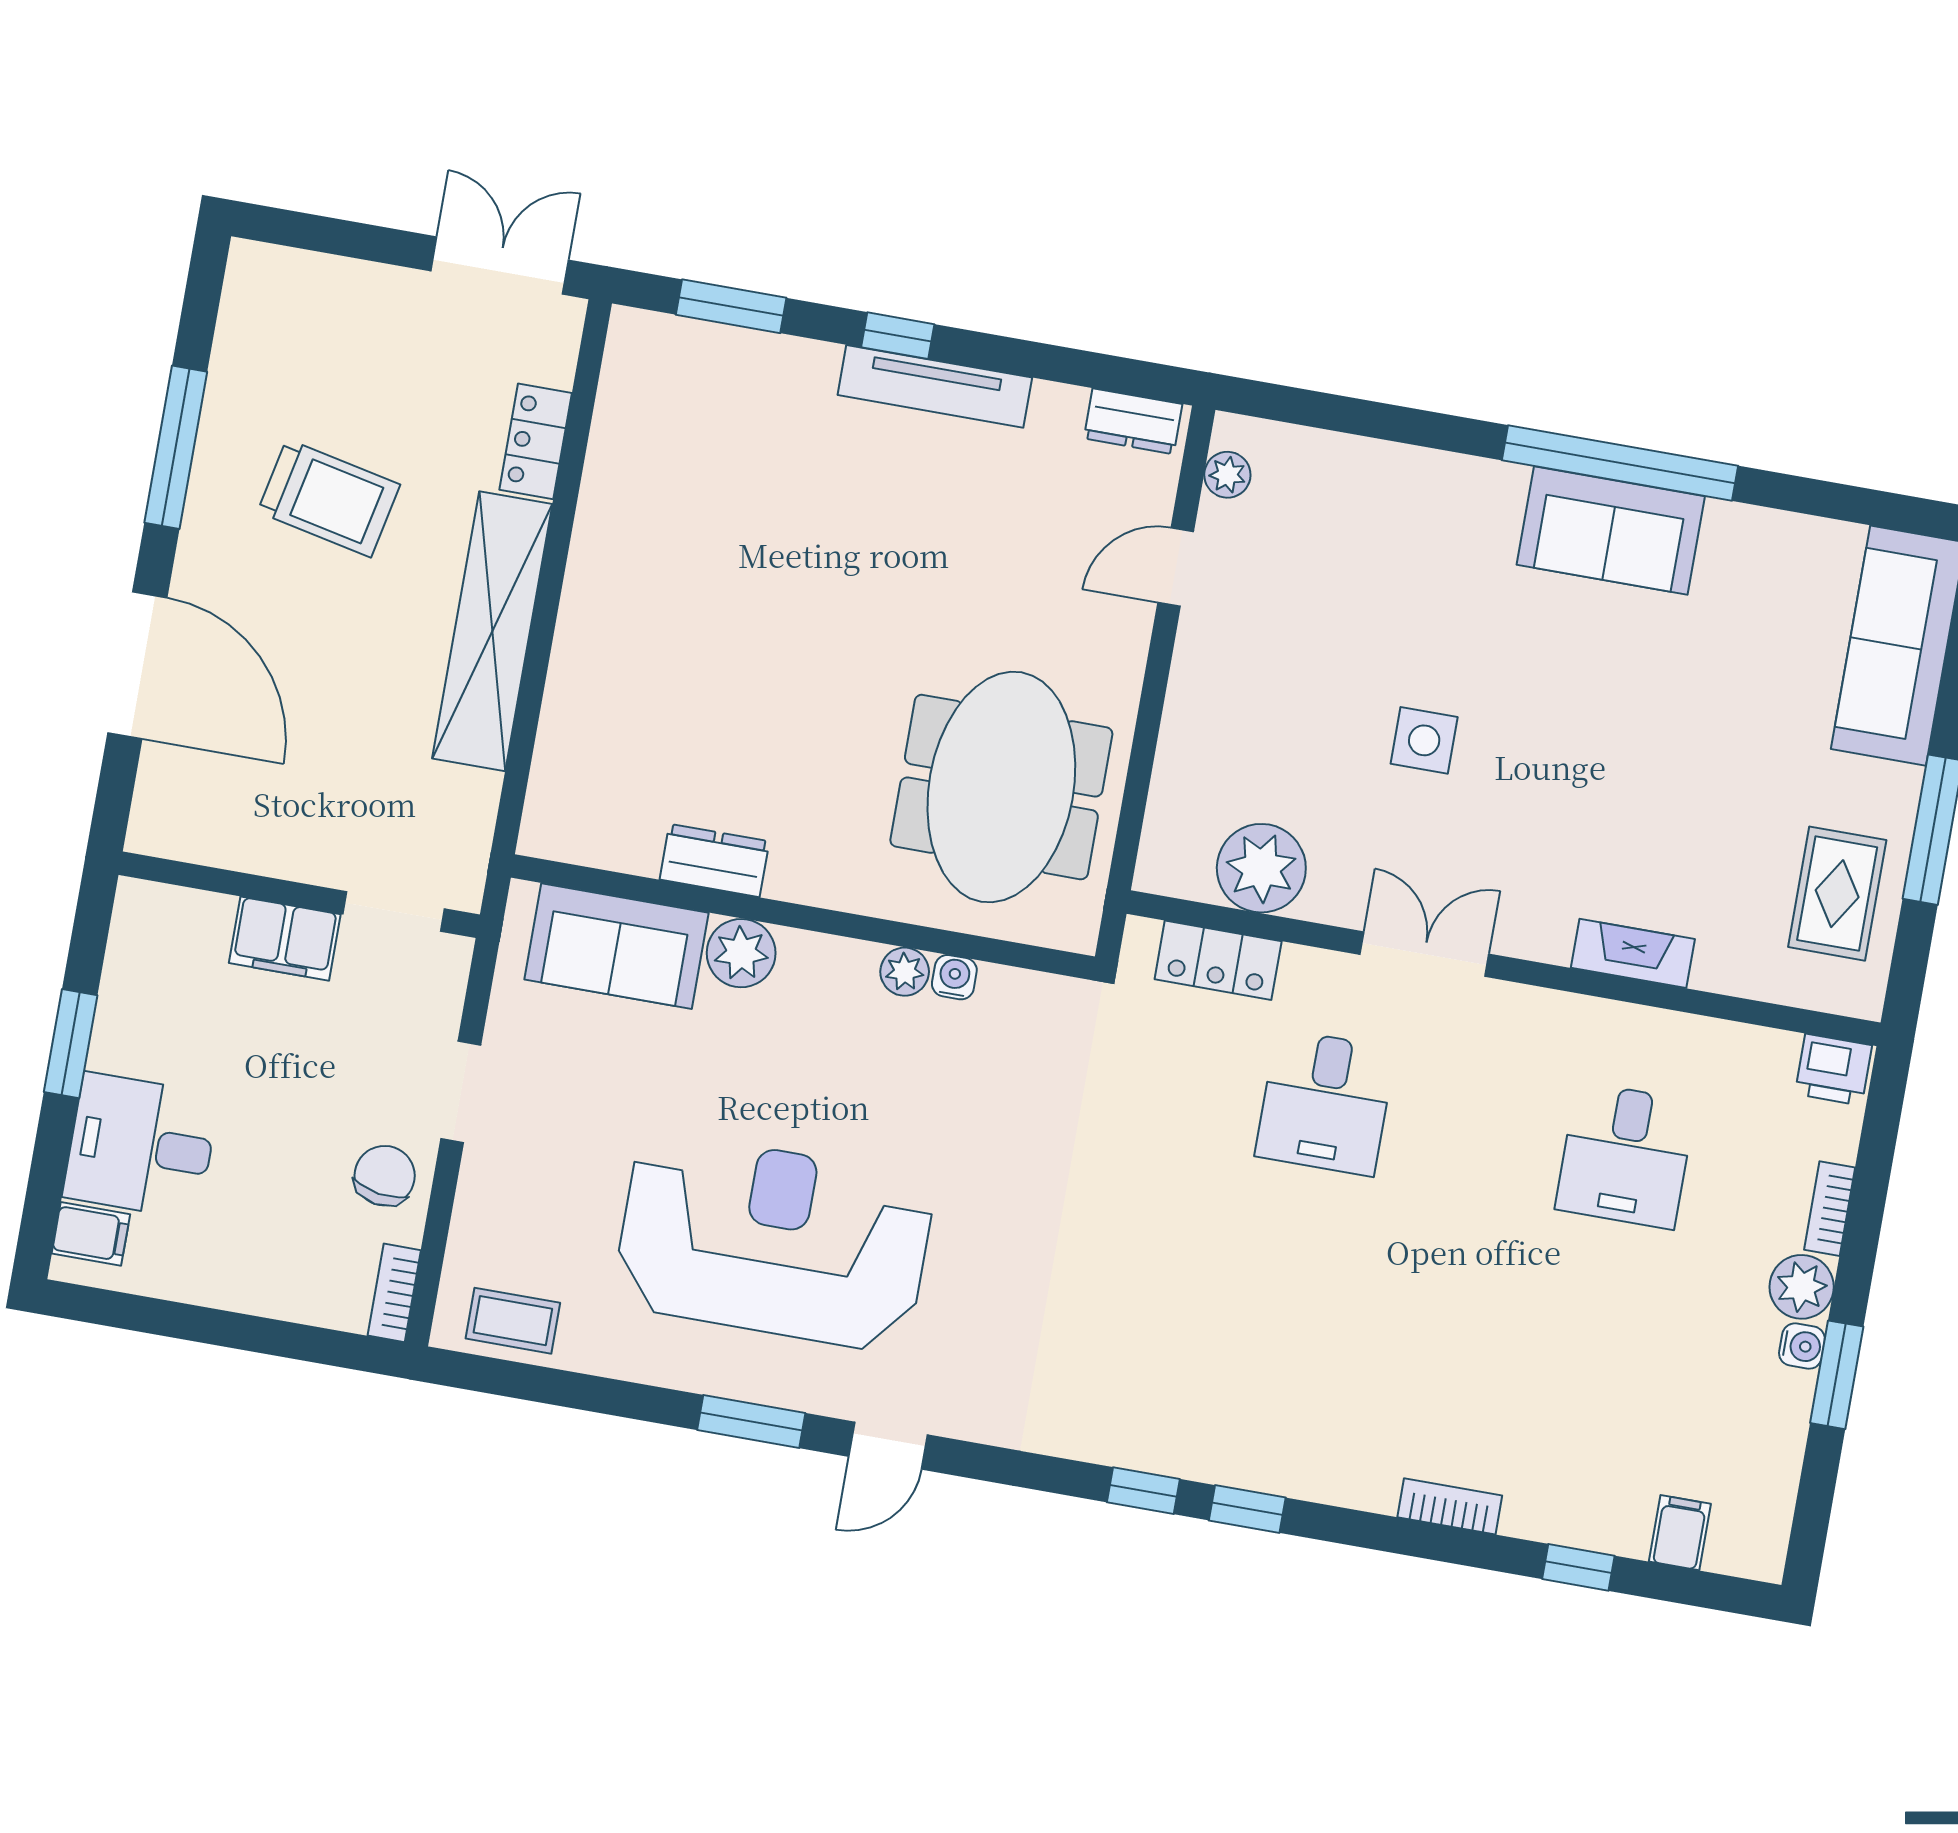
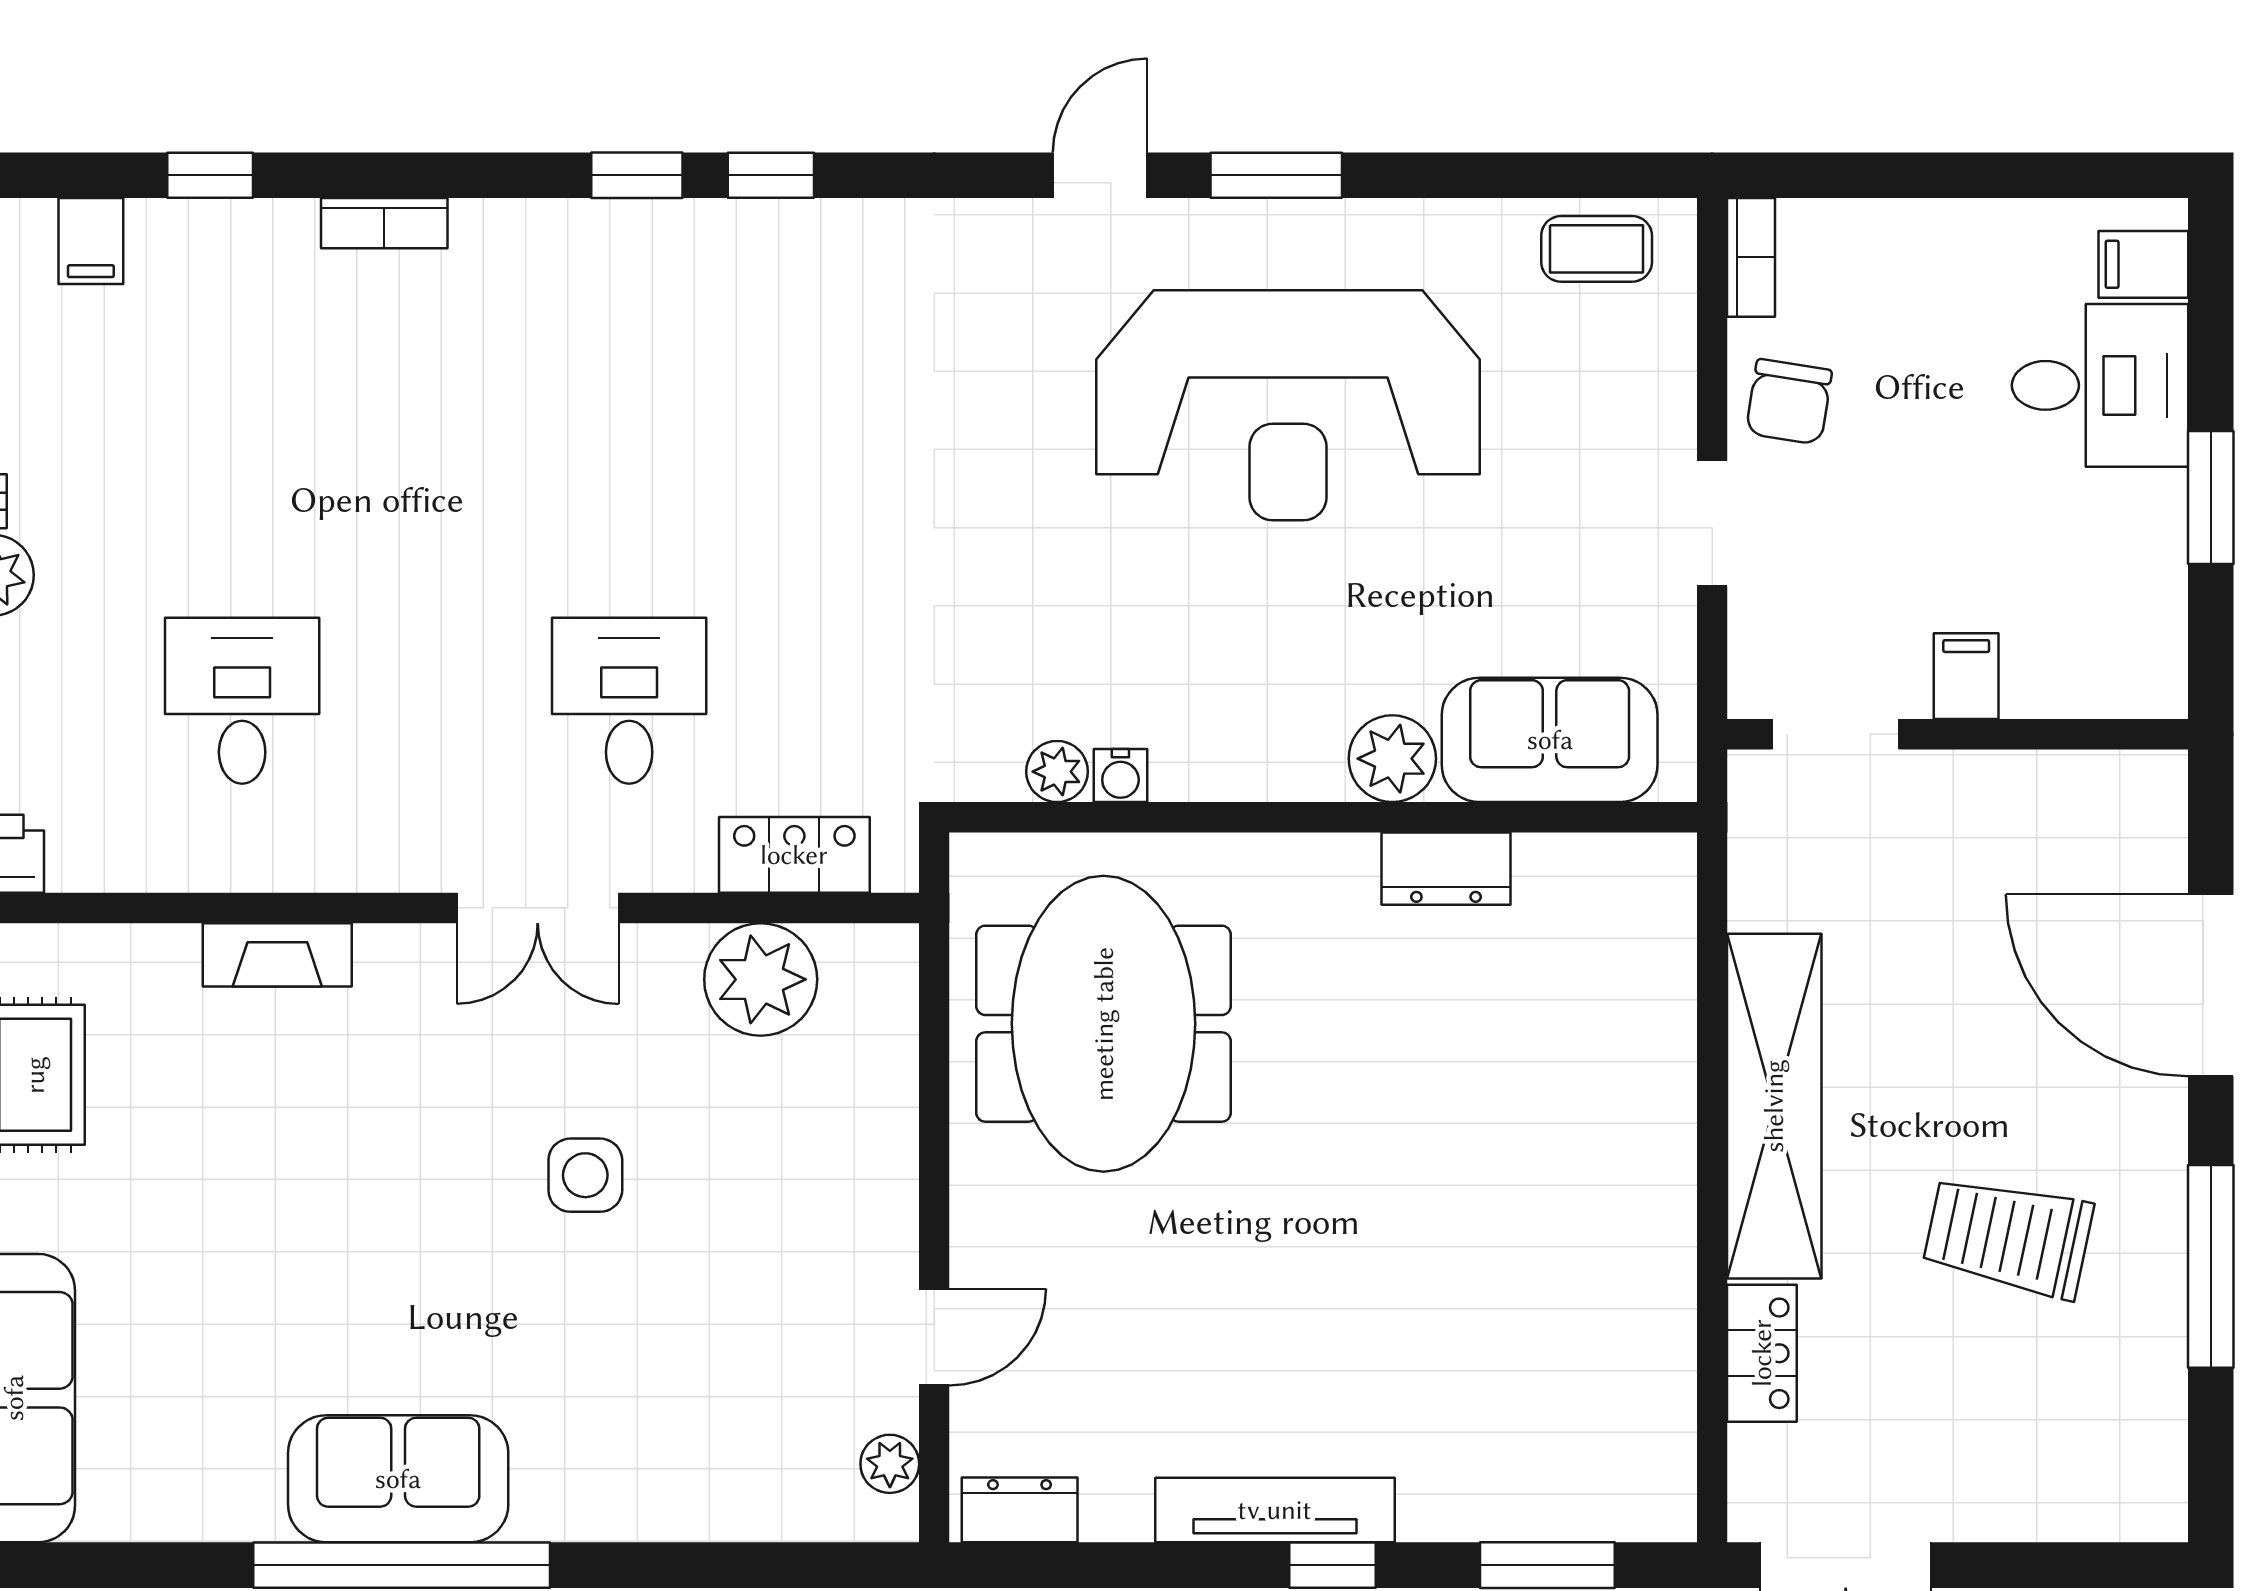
filing cabinet: (285, 939) -> (1966, 676), width x0.50
plant: (905, 972) -> (1057, 772), moved

